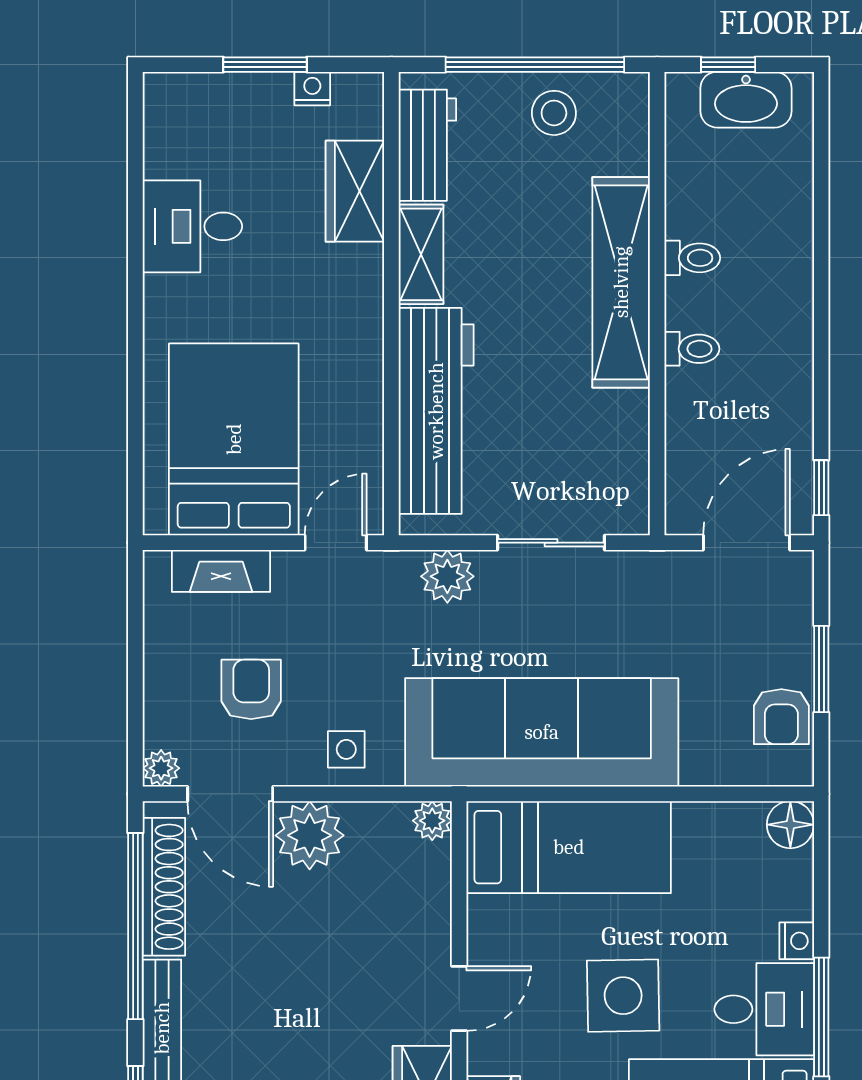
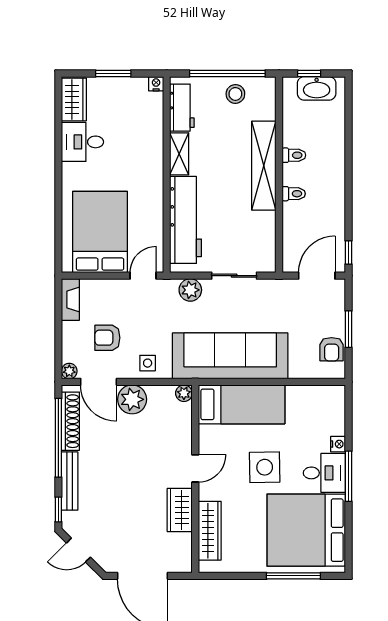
nightstand: (312, 89) -> (156, 84), moved
wardrobe: (355, 191) -> (74, 99), moved, turned 180
fireplace: (221, 571) -> (70, 300), moved, turned -90
armchair: (251, 689) -> (107, 338), turned -90
floor lamp: (790, 825) -> (335, 395), removed

